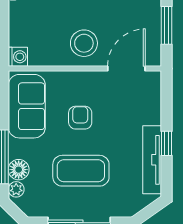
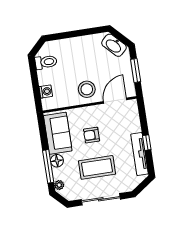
washing machine: (18, 57) -> (46, 92), moved
armchair: (80, 118) -> (92, 135), turned -90
floor lamp: (19, 170) -> (57, 161), moved

